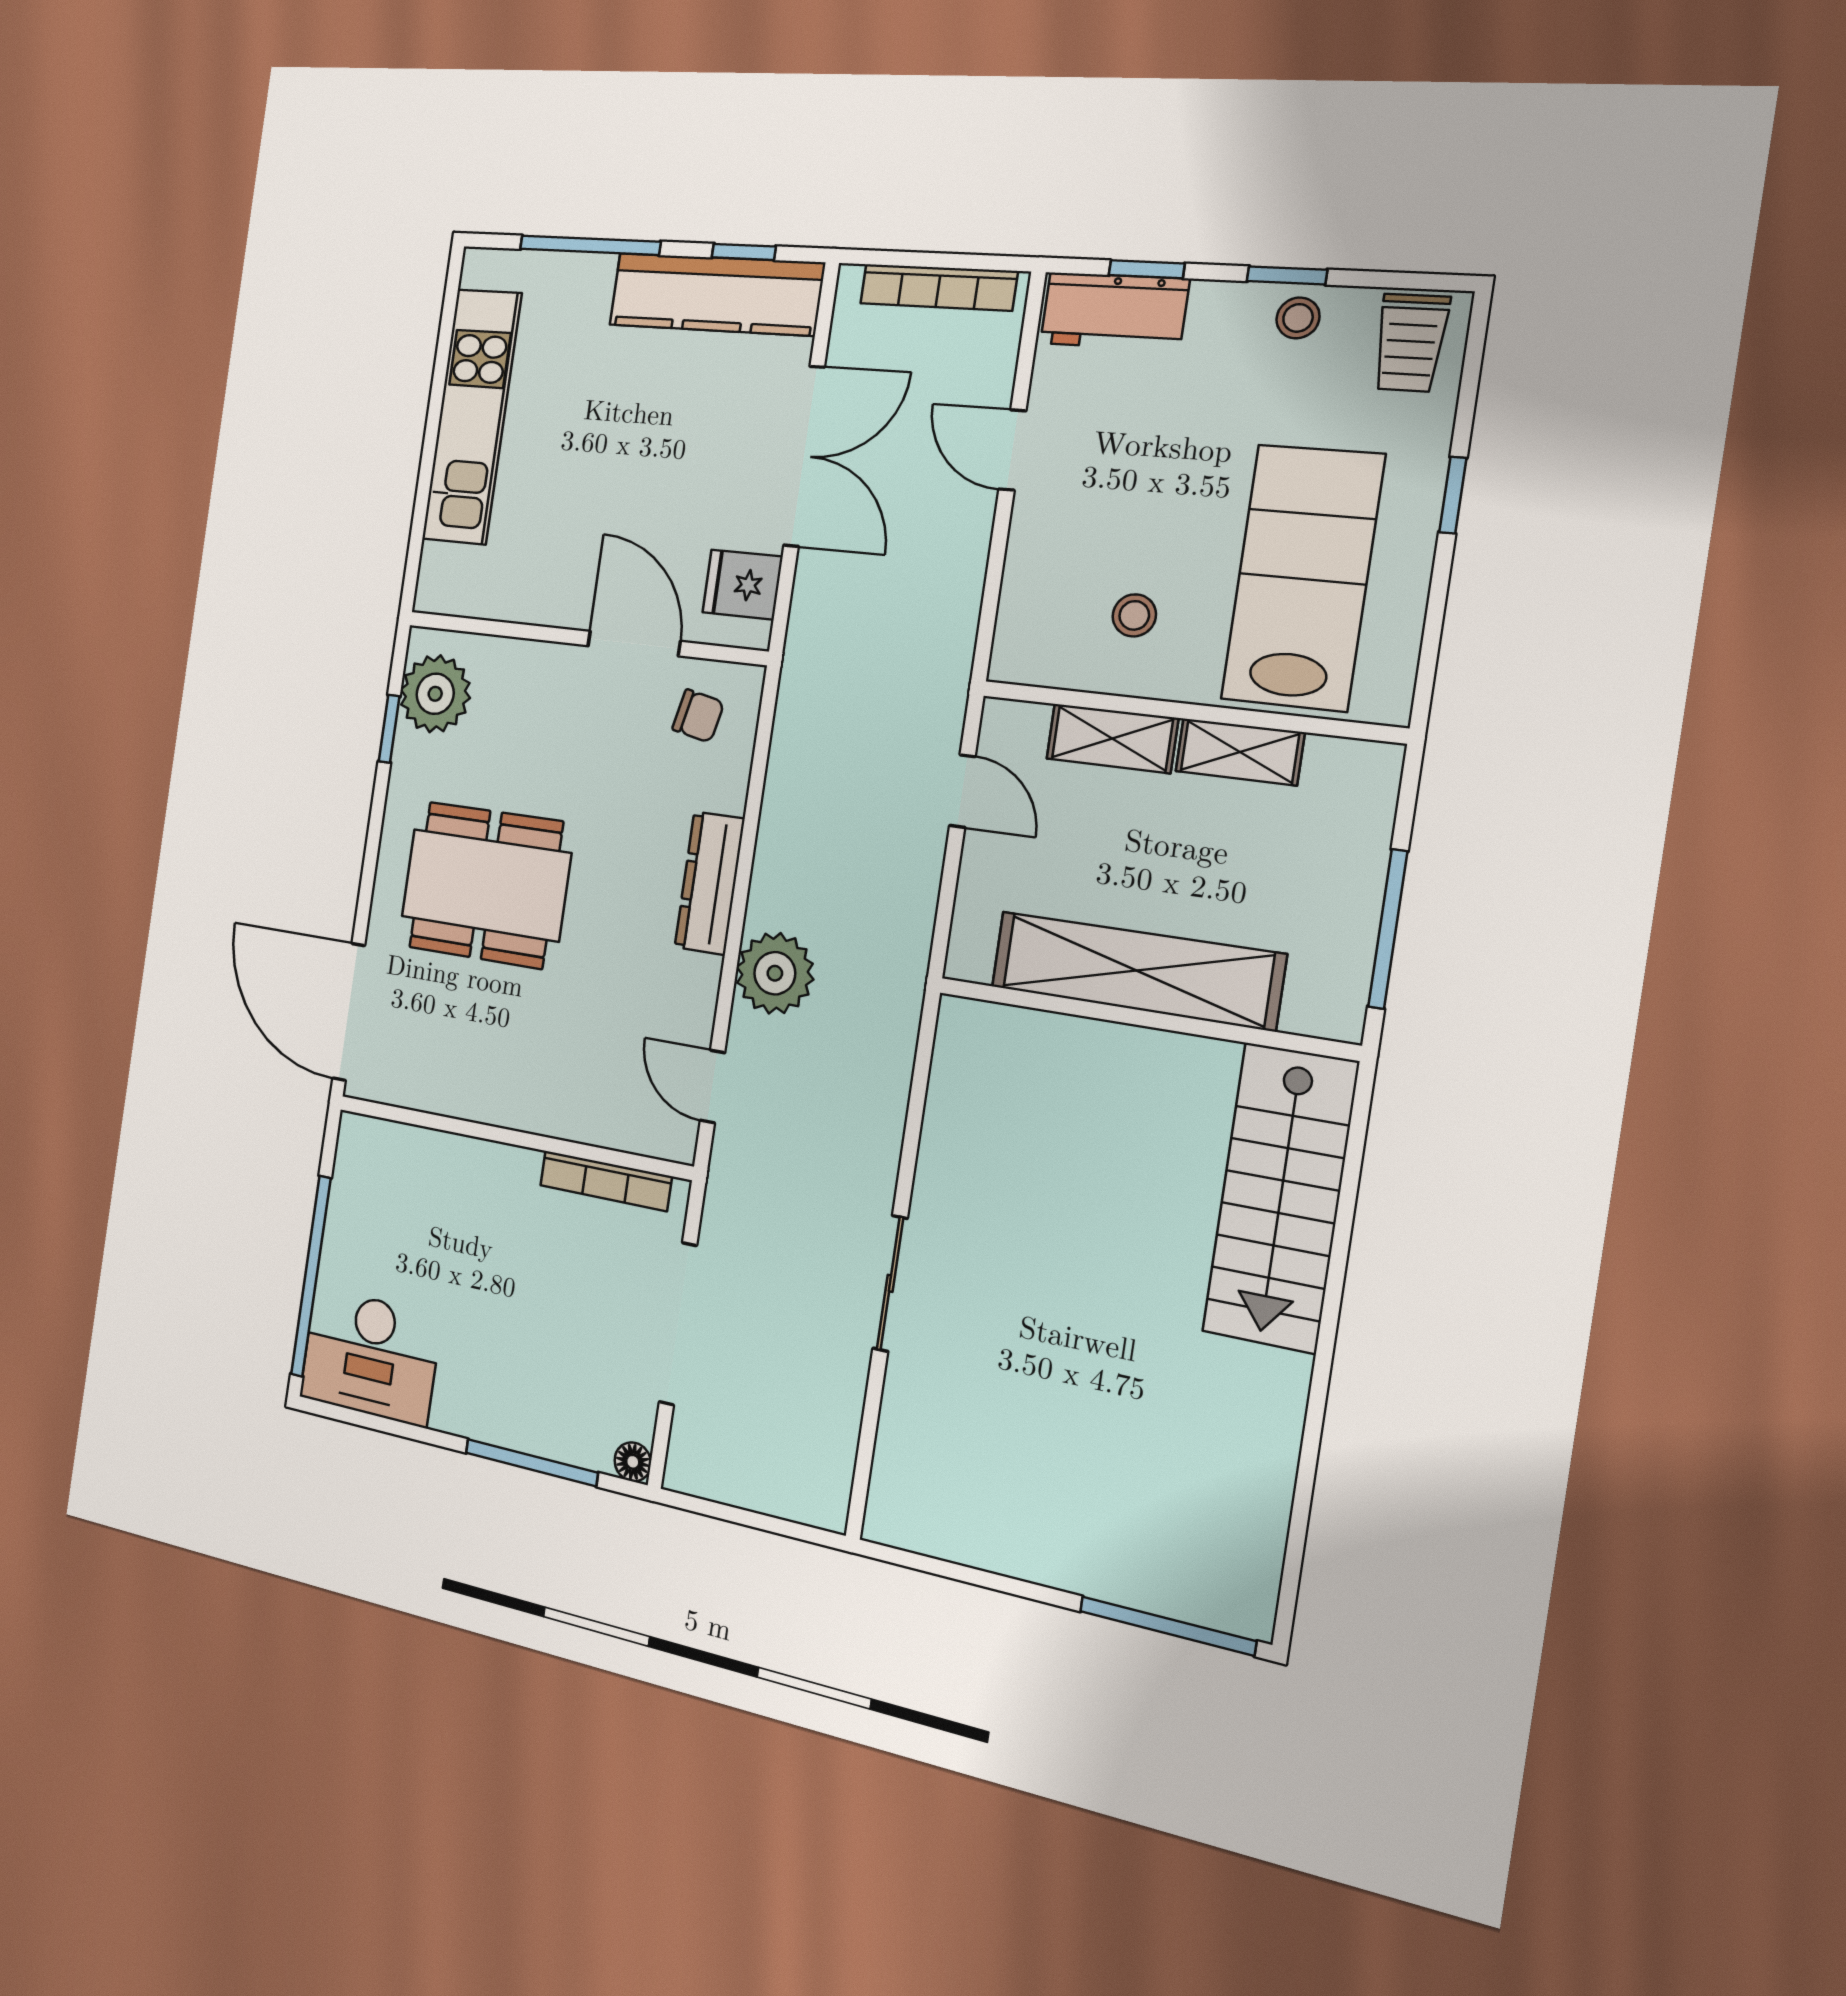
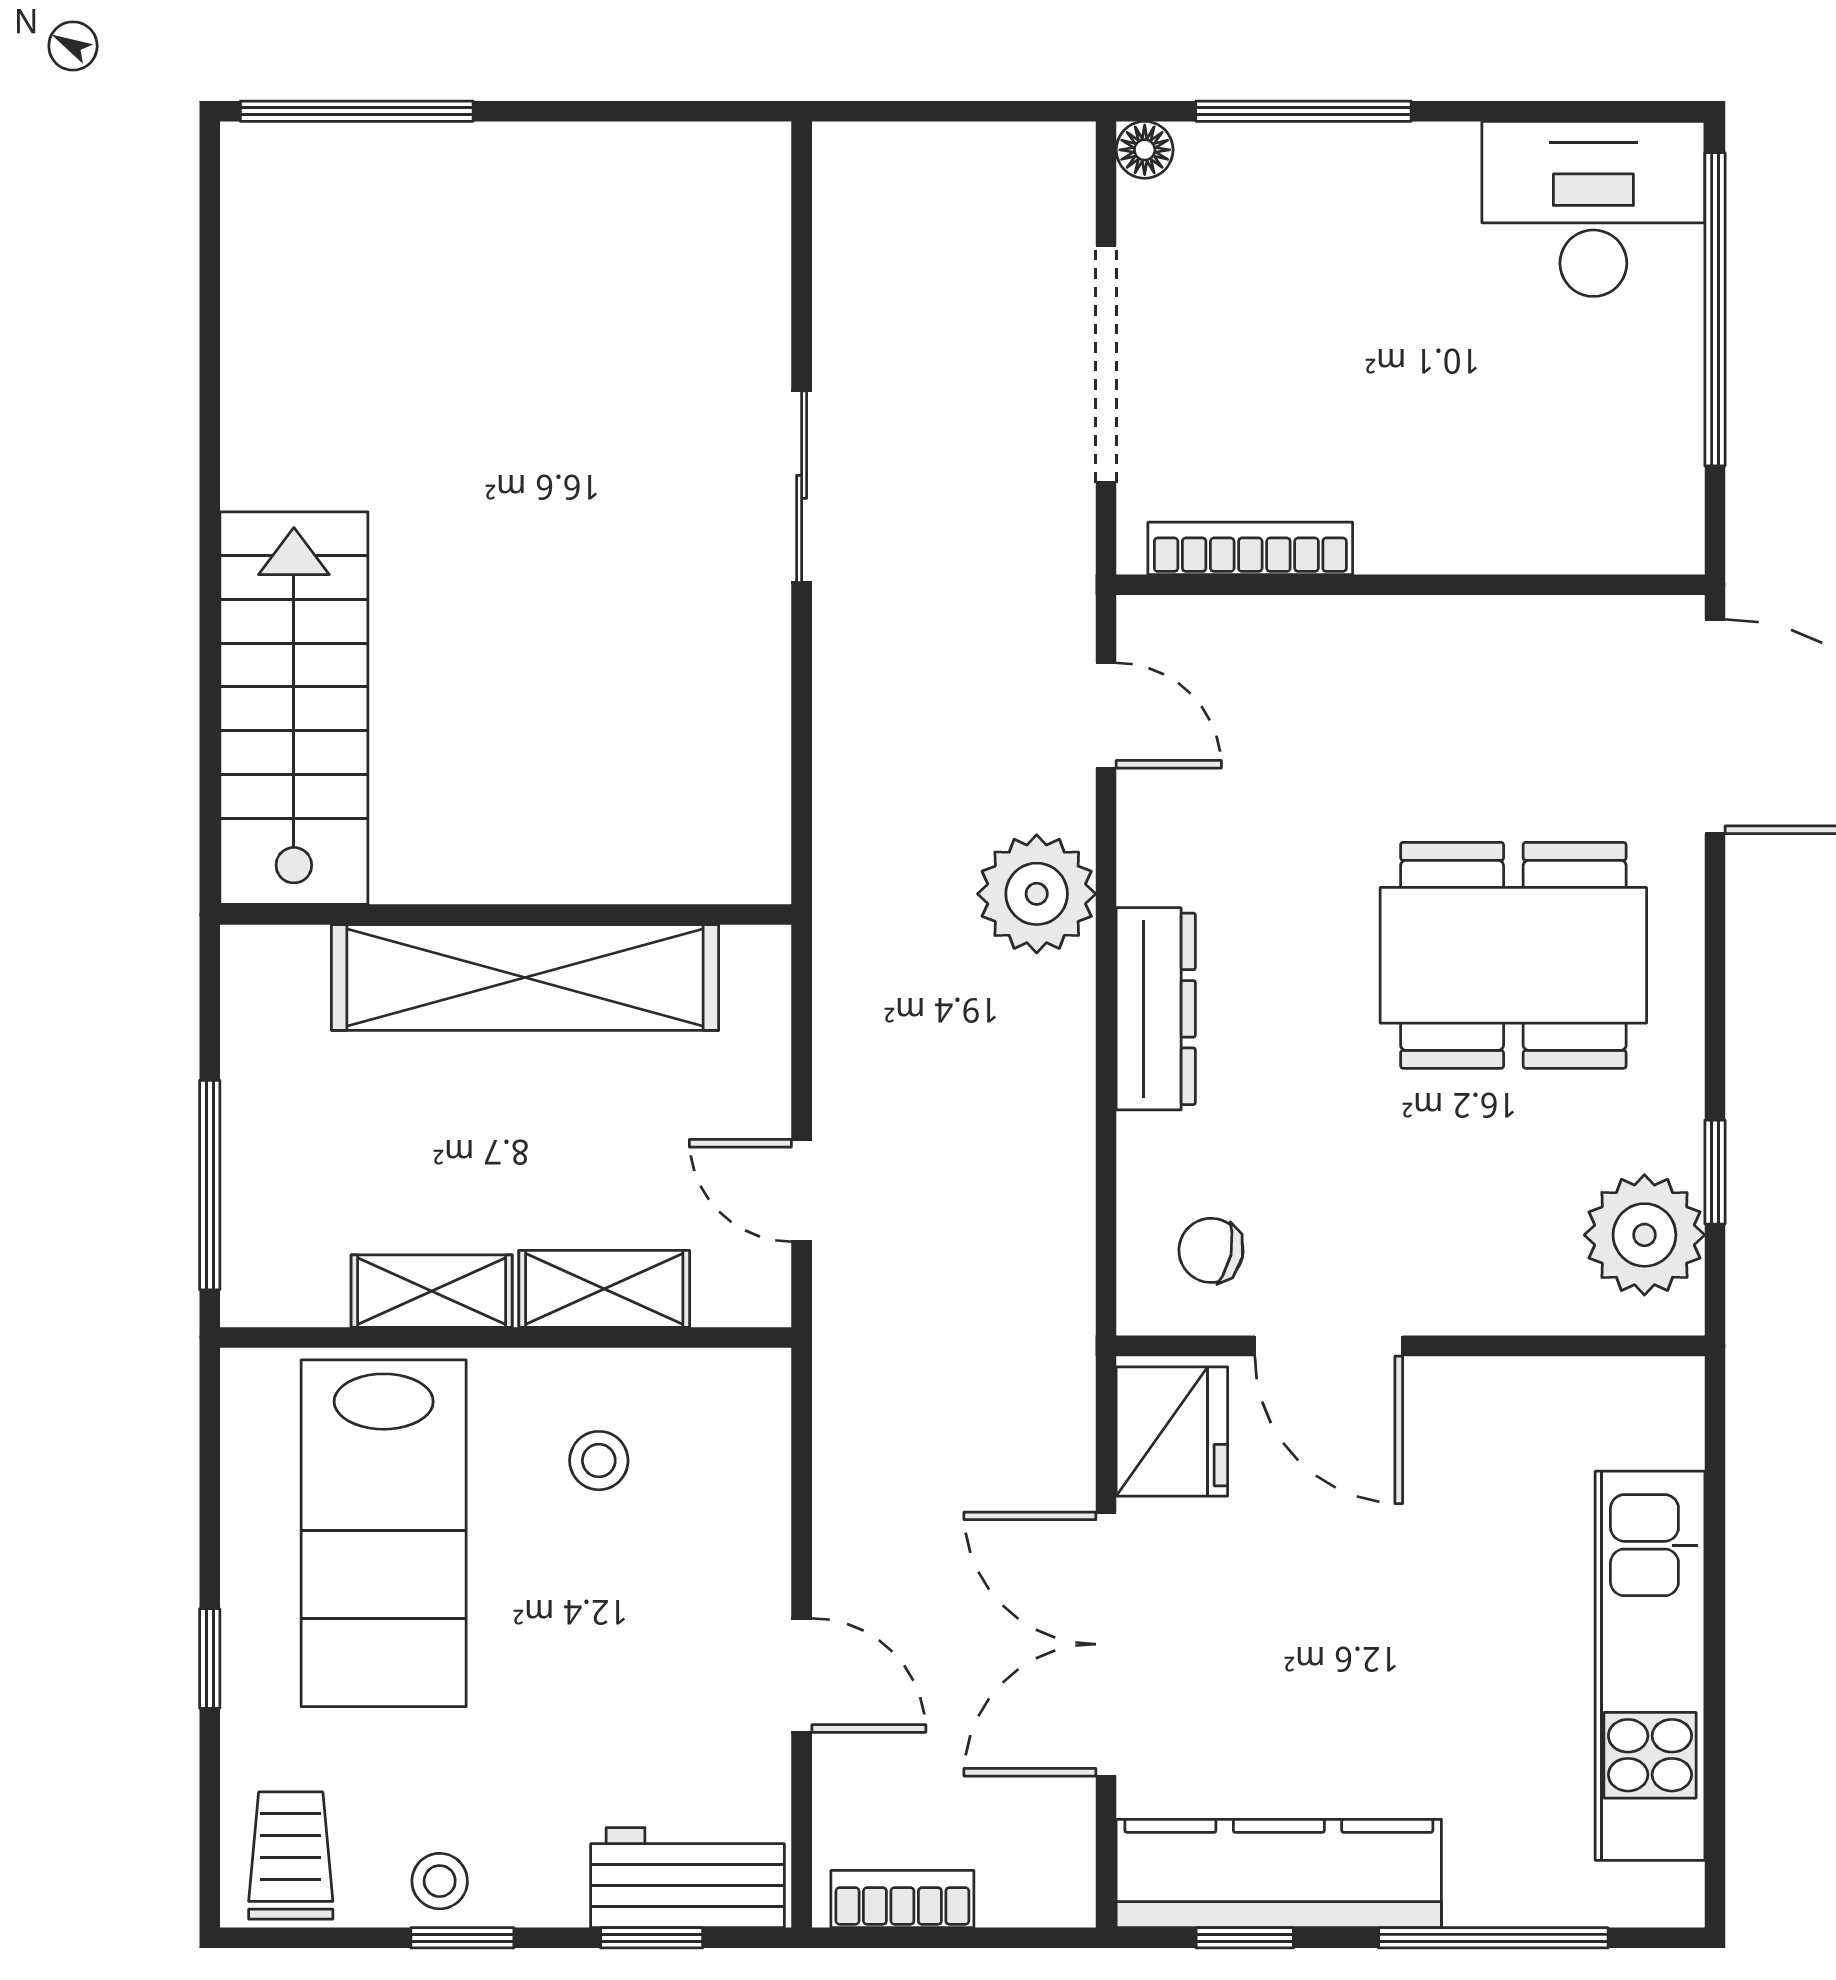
bookcase: (938, 287) -> (902, 1899), width x0.64
fridge: (742, 585) -> (1172, 1432), width x1.38
window: (1388, 929) -> (210, 1185), moved

